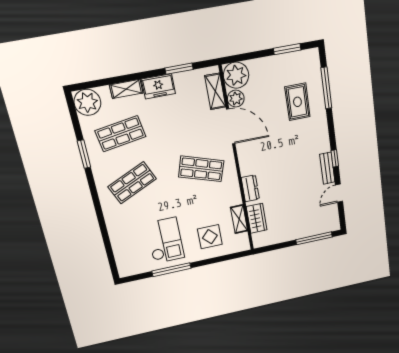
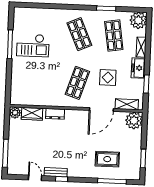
plant: (236, 99) -> (15, 113), moved
shelving: (239, 219) -> (35, 101), removed
display table: (210, 237) -> (108, 78), moved

